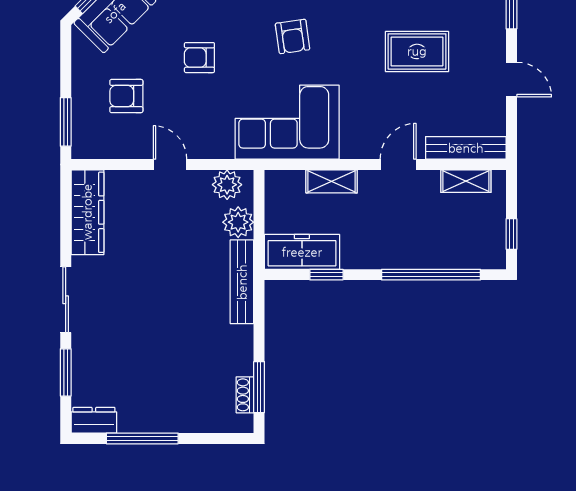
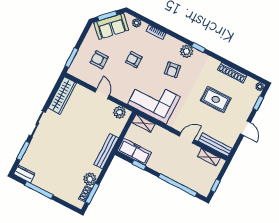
shelving: (332, 181) -> (143, 123), moved
plant: (238, 222) -> (90, 179), moved

